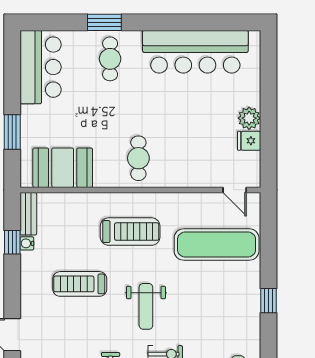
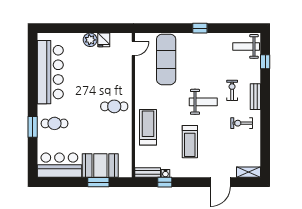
booth: (63, 168) -> (100, 166), moved, turned 90
treadmill: (130, 232) -> (148, 127), moved

